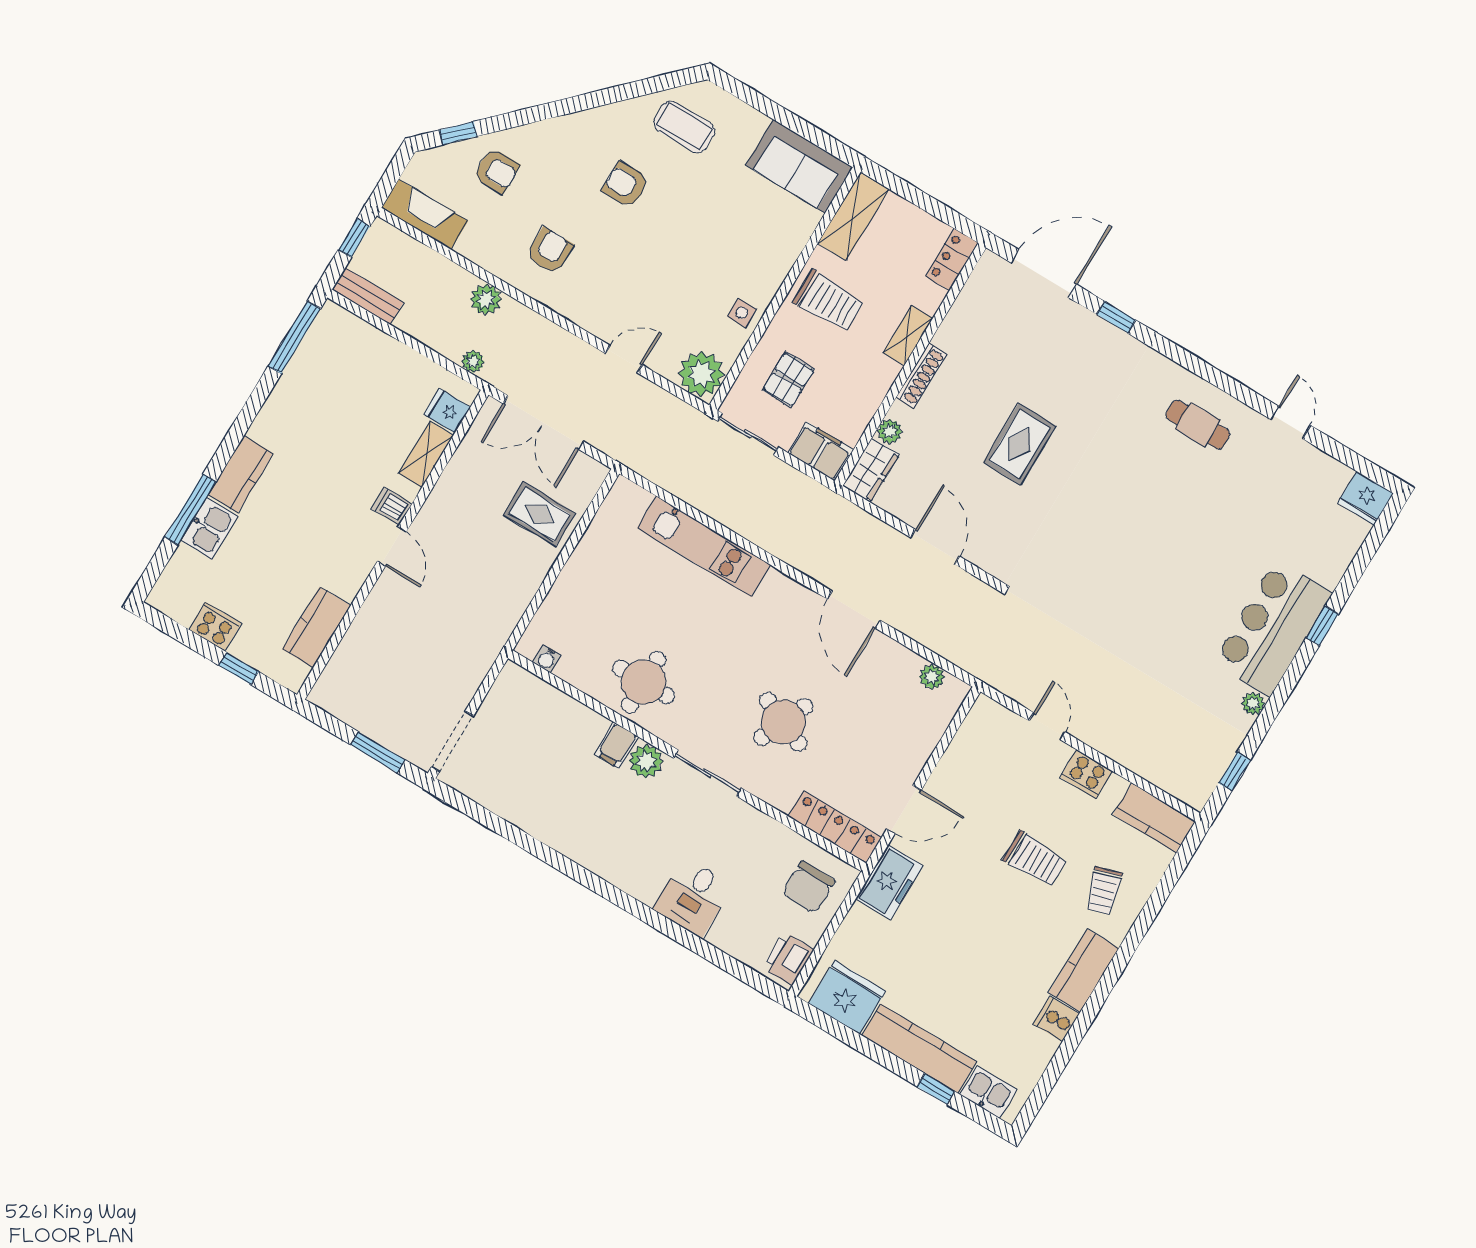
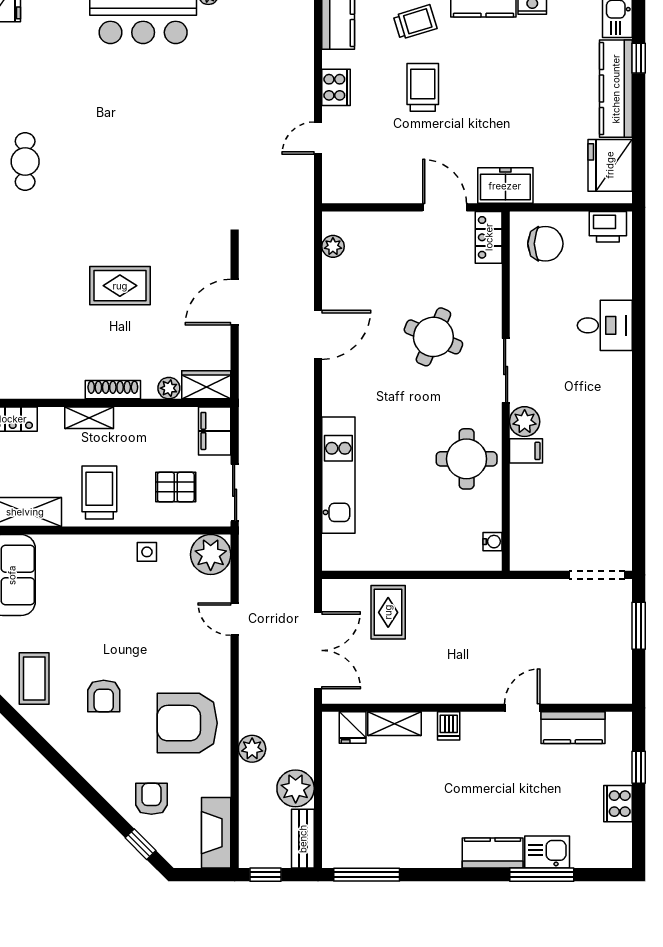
armchair: (550, 251) -> (187, 723), width x1.88, depth x1.88
plant: (473, 362) -> (296, 788), moved, width x1.88, depth x1.88
door: (392, 546) -> (522, 708), moved
locker: (835, 827) -> (489, 237), width x0.66

